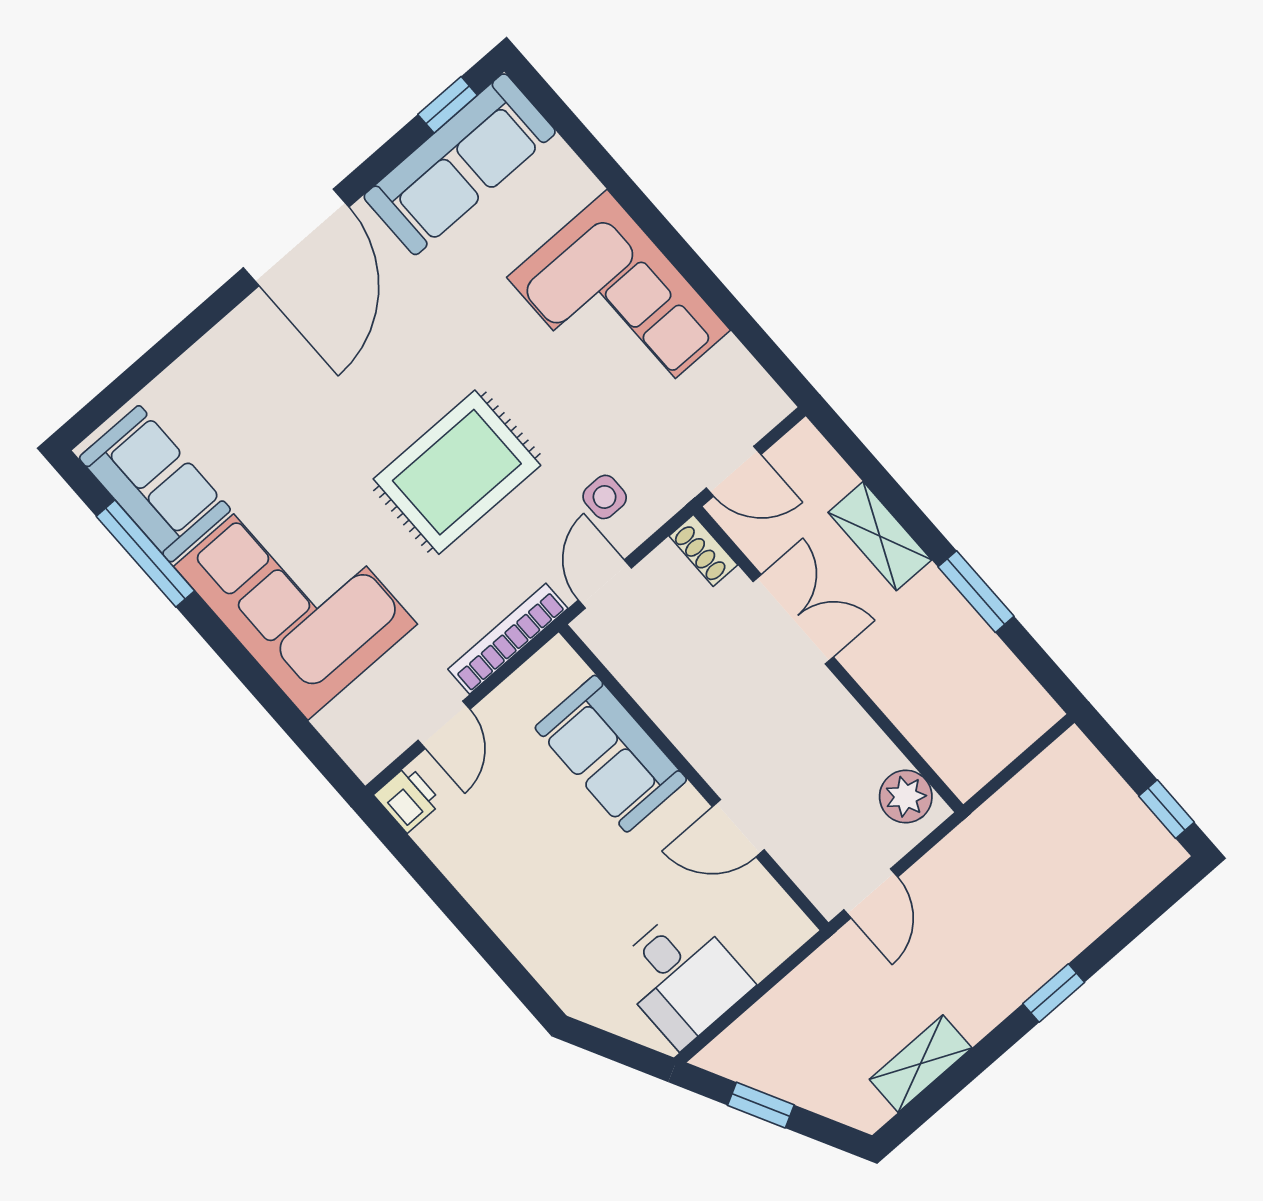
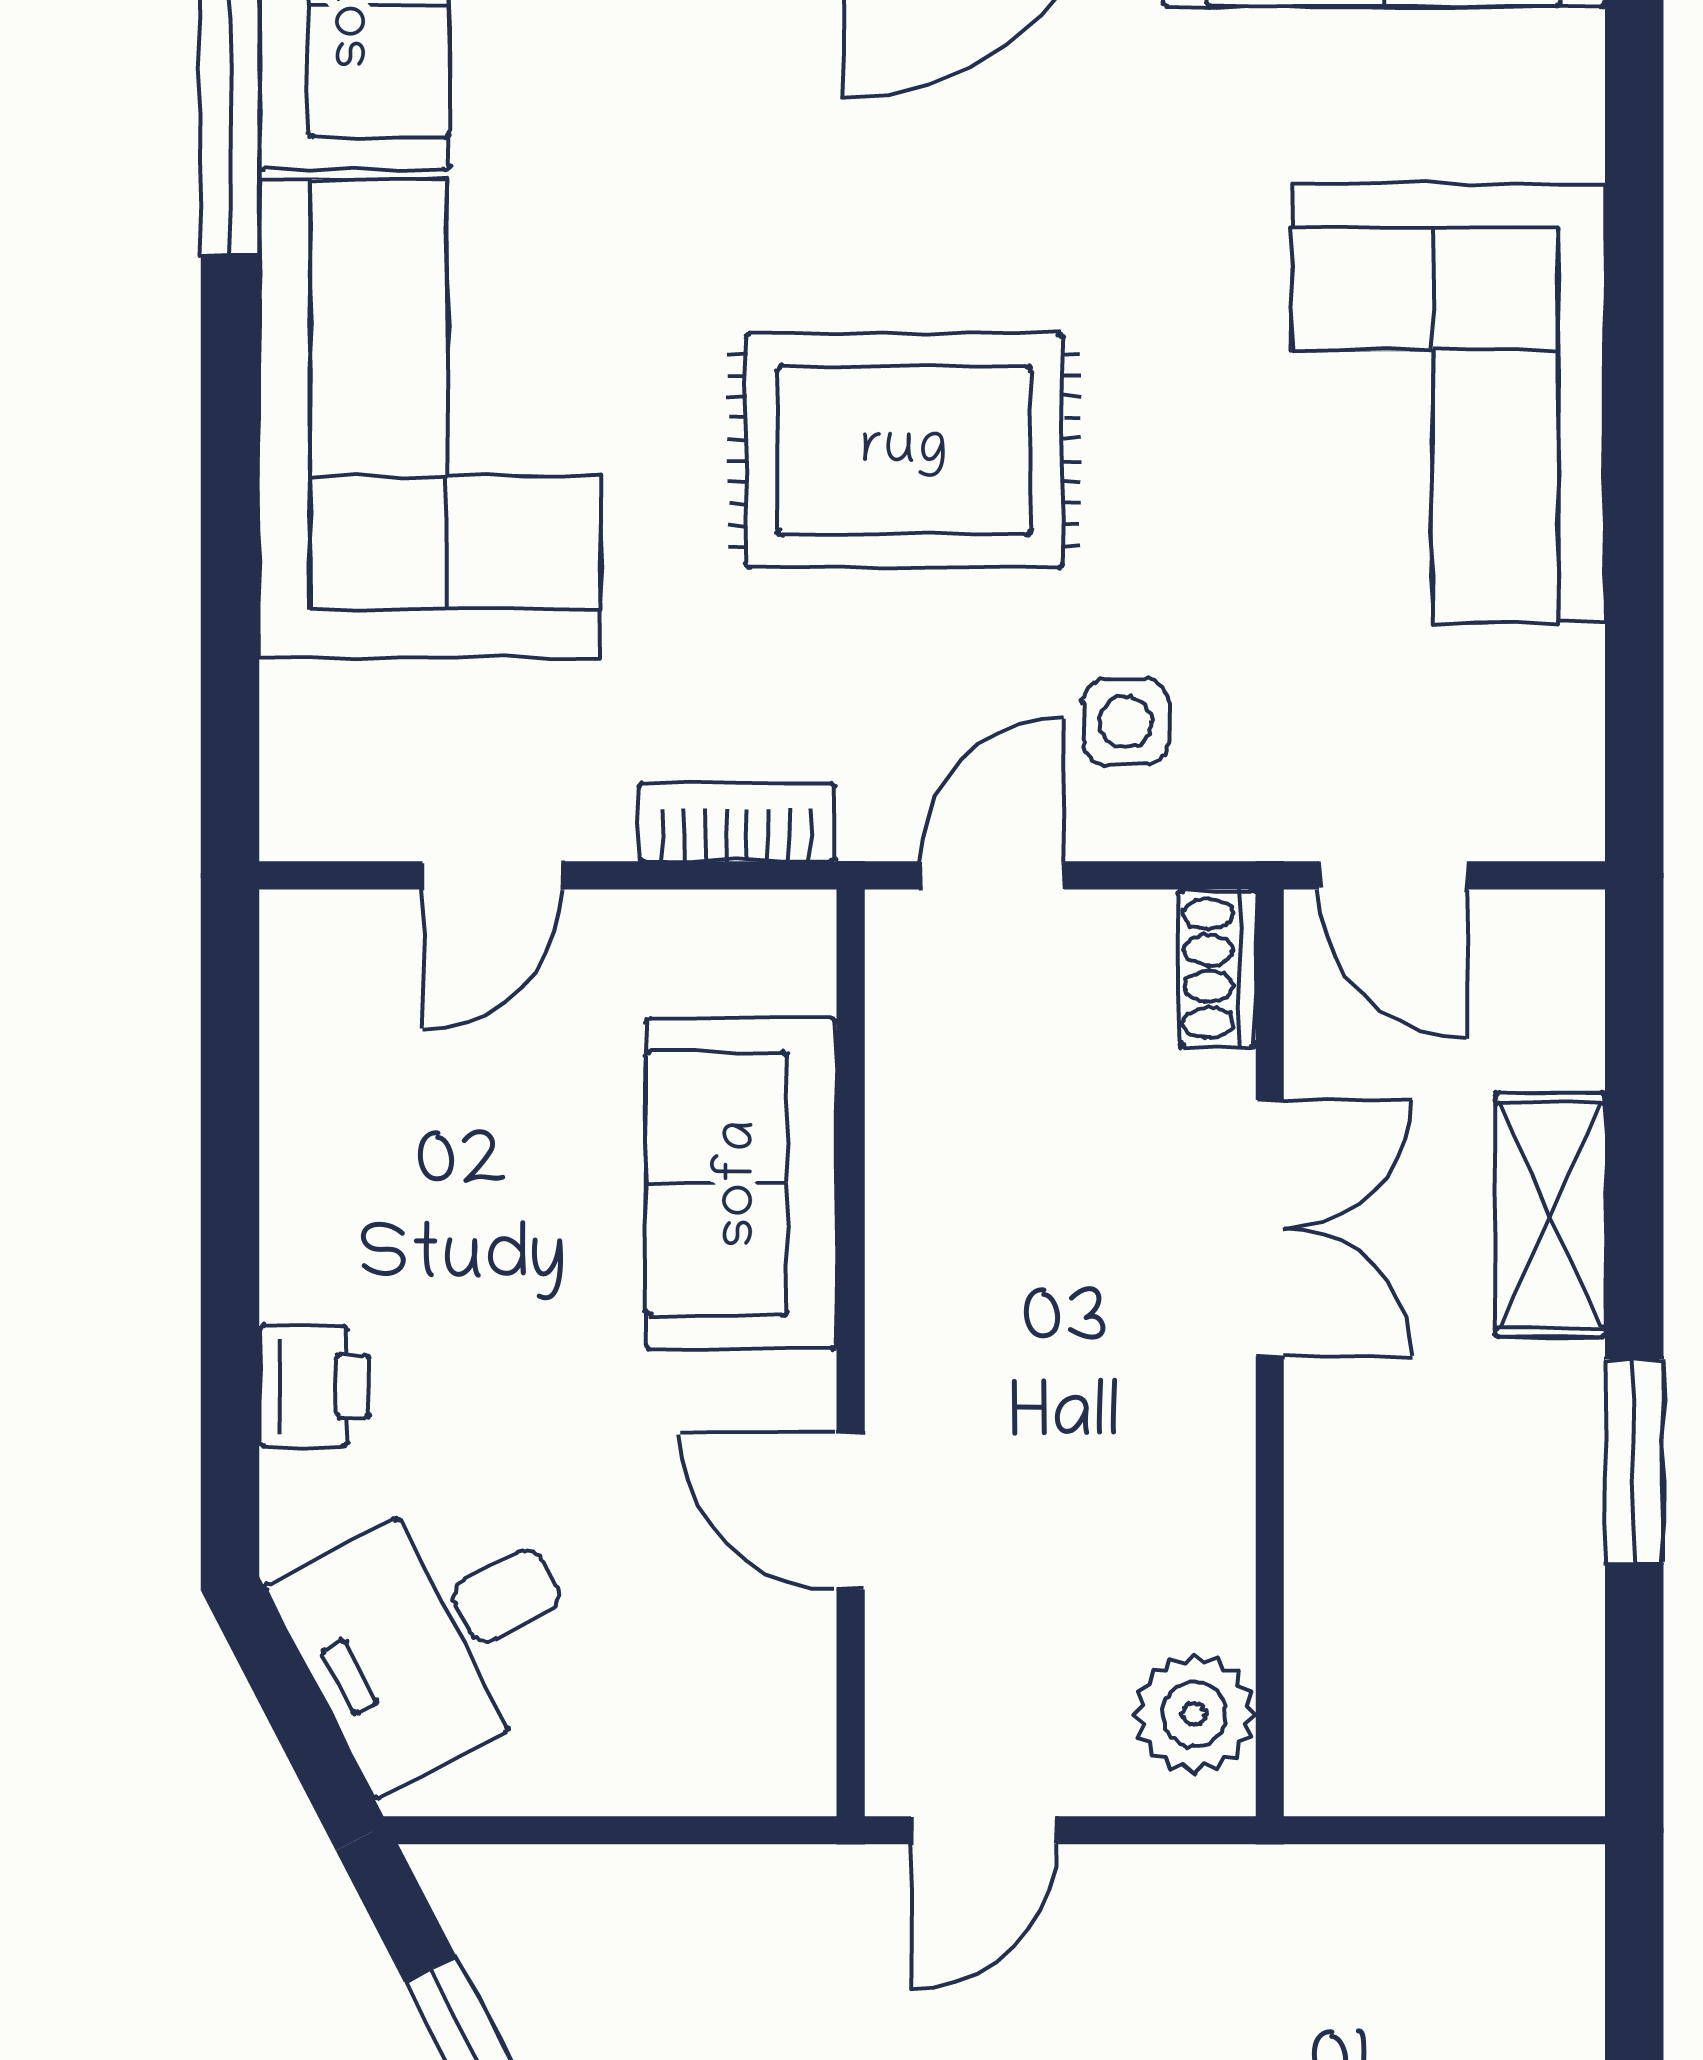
bookcase: (508, 639) -> (737, 822), width x0.64
printer: (408, 799) -> (314, 1386), moved
desk: (682, 977) -> (435, 1633), moved, turned 63

